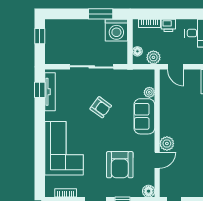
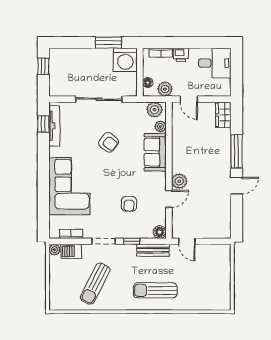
plant: (144, 77) -> (154, 110), added
armchair: (120, 165) -> (129, 204), width x0.53, depth x0.53

